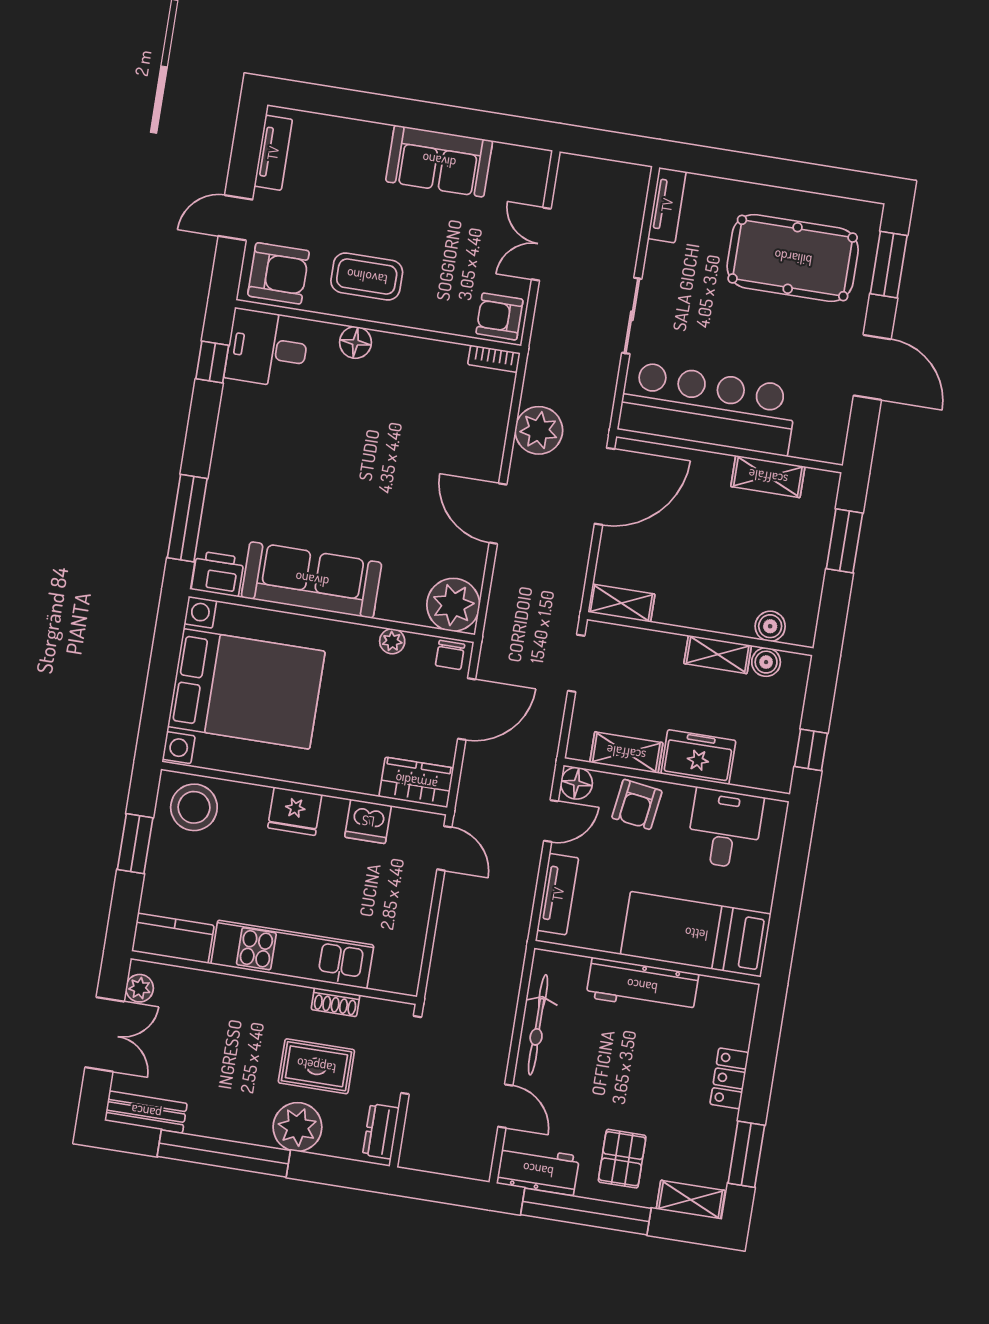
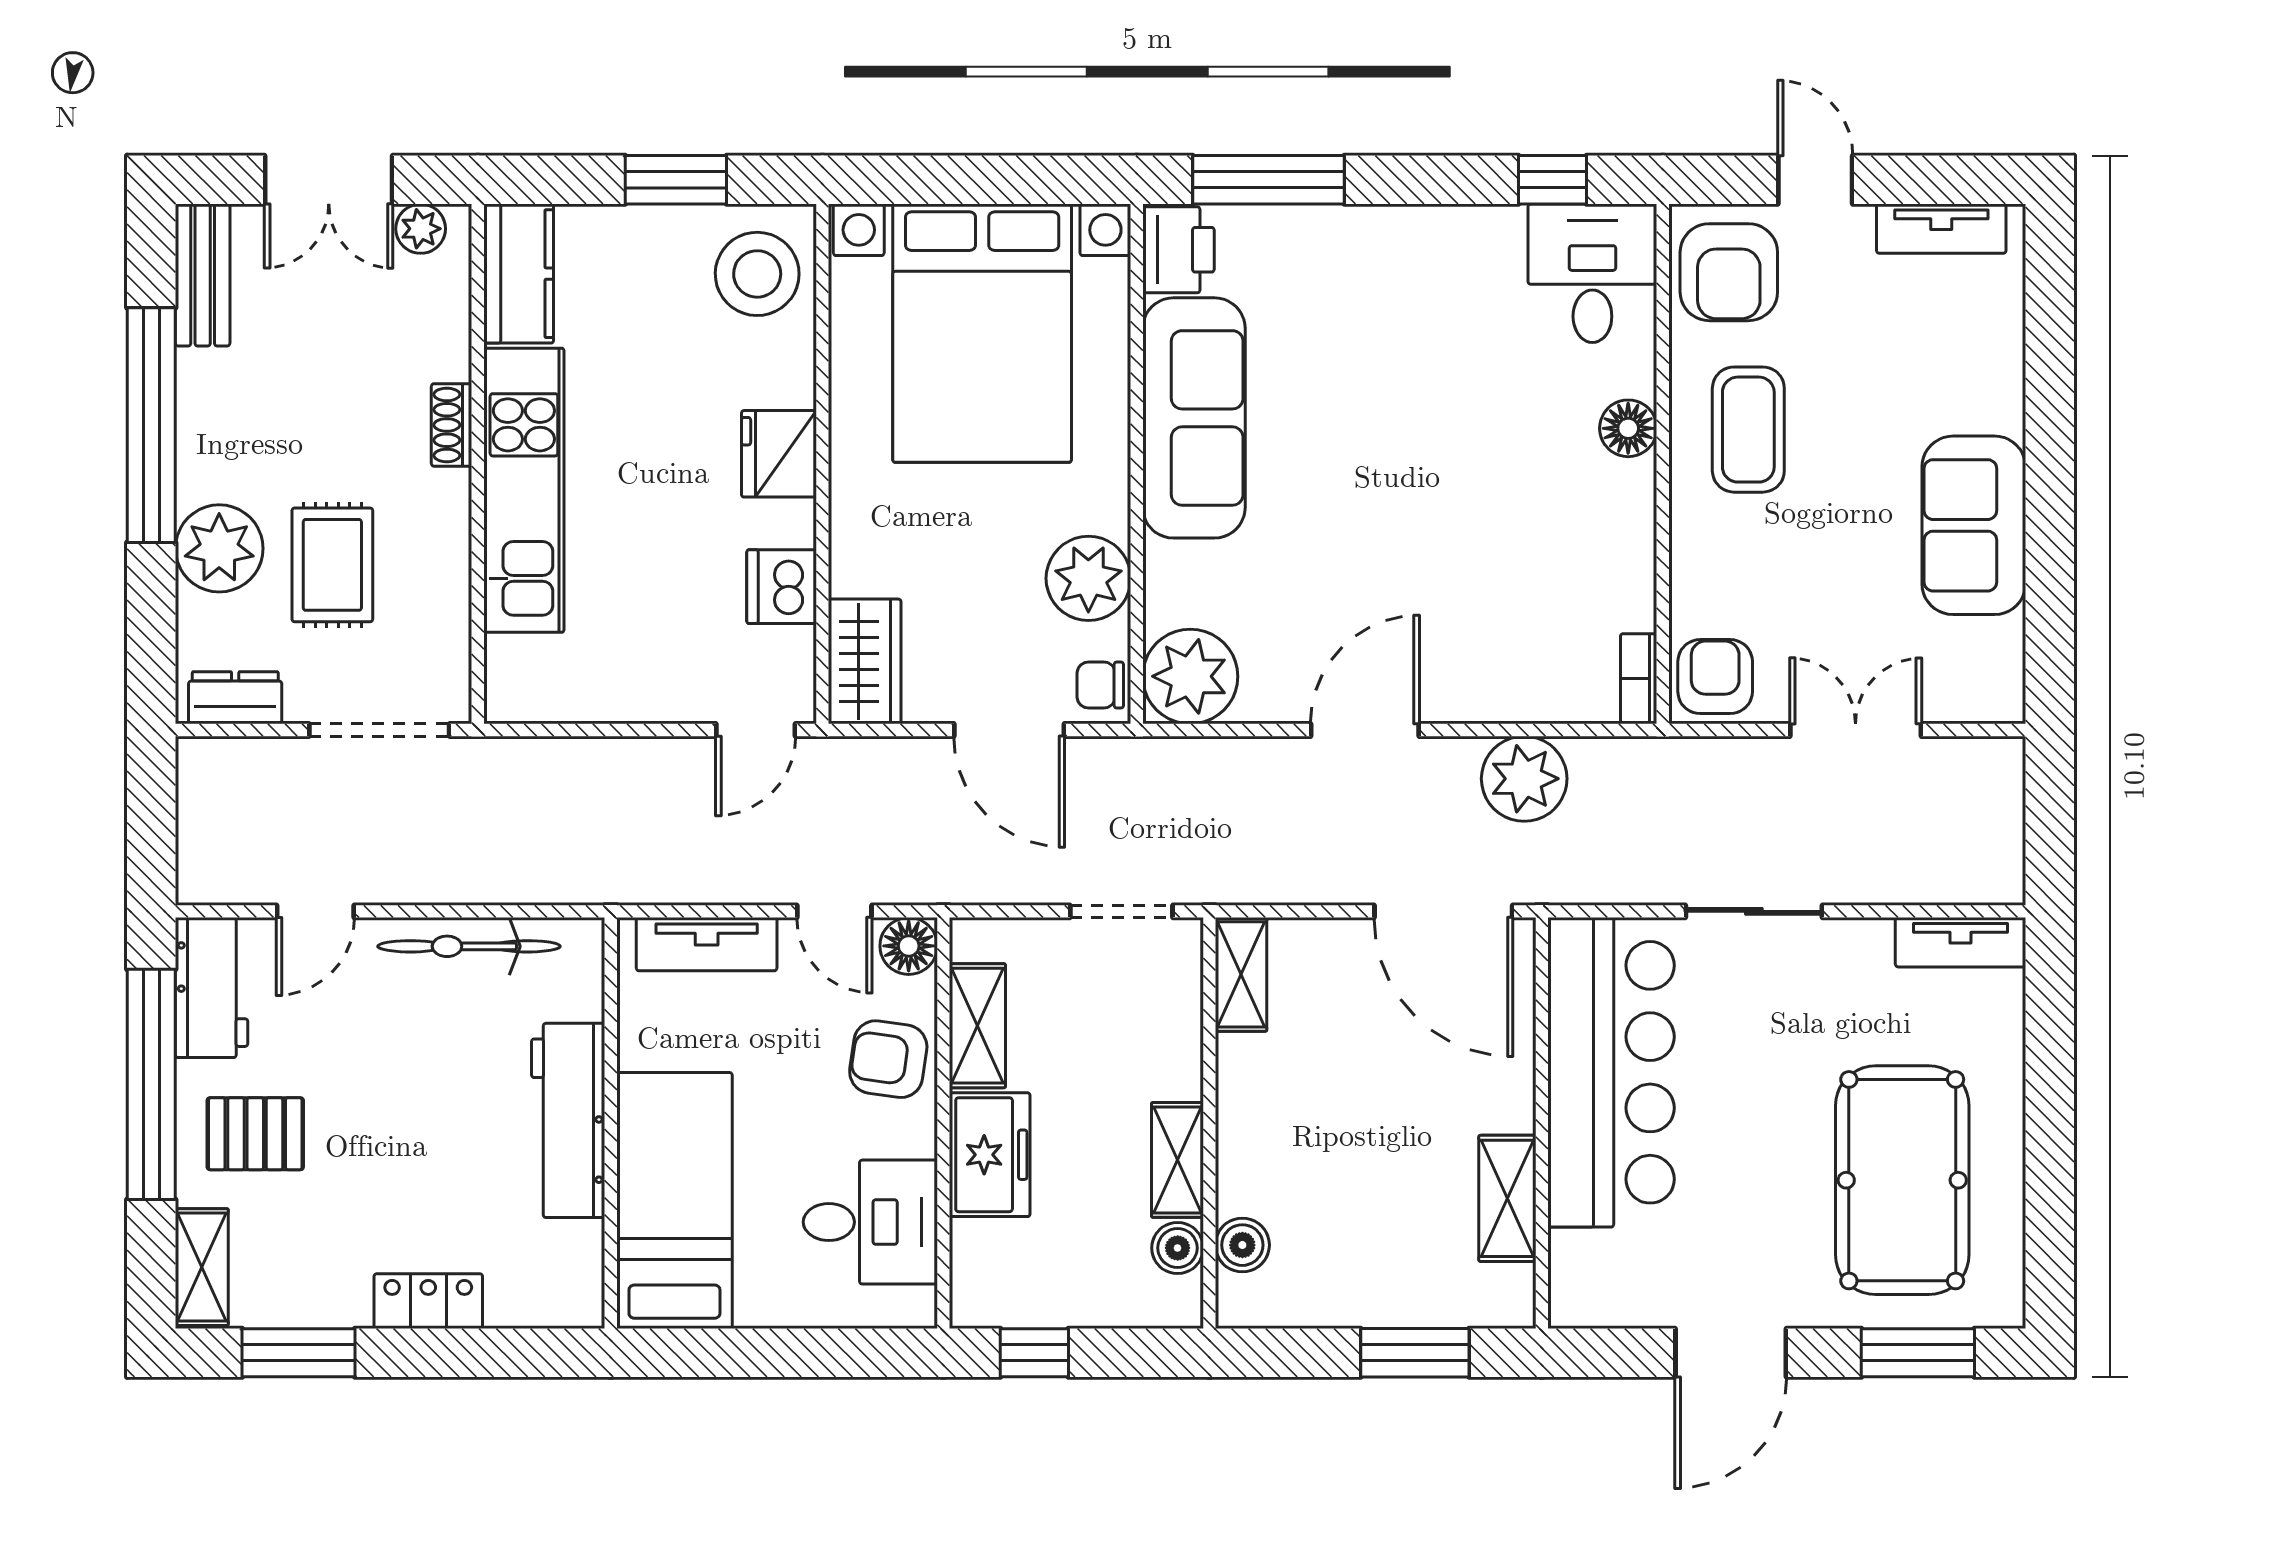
plant: (392, 641) -> (1088, 578), width x1.87, depth x1.87
shoe rack: (335, 1002) -> (452, 425), moved

